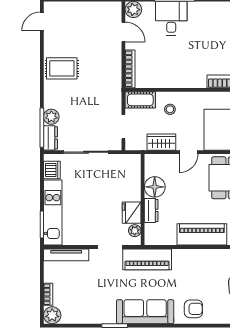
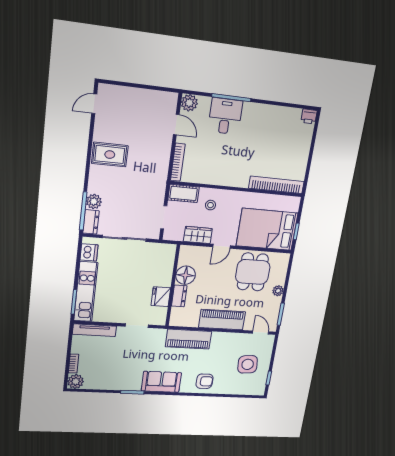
plant: (135, 231) -> (162, 313), removed
piano: (147, 259) -> (189, 339), moved
sofa: (145, 312) -> (161, 382), width x0.73

